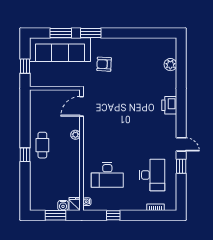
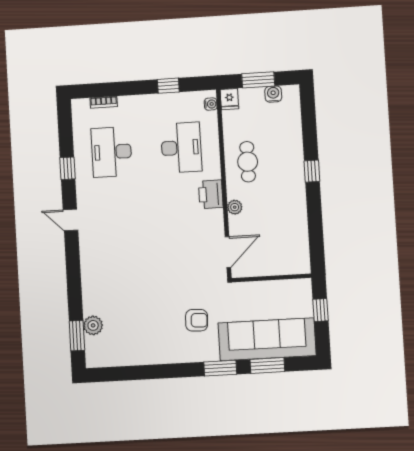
window: (181, 59) -> (77, 336), added
printer: (169, 105) -> (211, 194), moved, turned 180
door: (181, 144) -> (70, 220), moved
cafe table: (42, 145) -> (248, 162), moved
desk: (107, 175) -> (181, 148), turned 90
water cooler: (63, 206) -> (273, 94), moved

